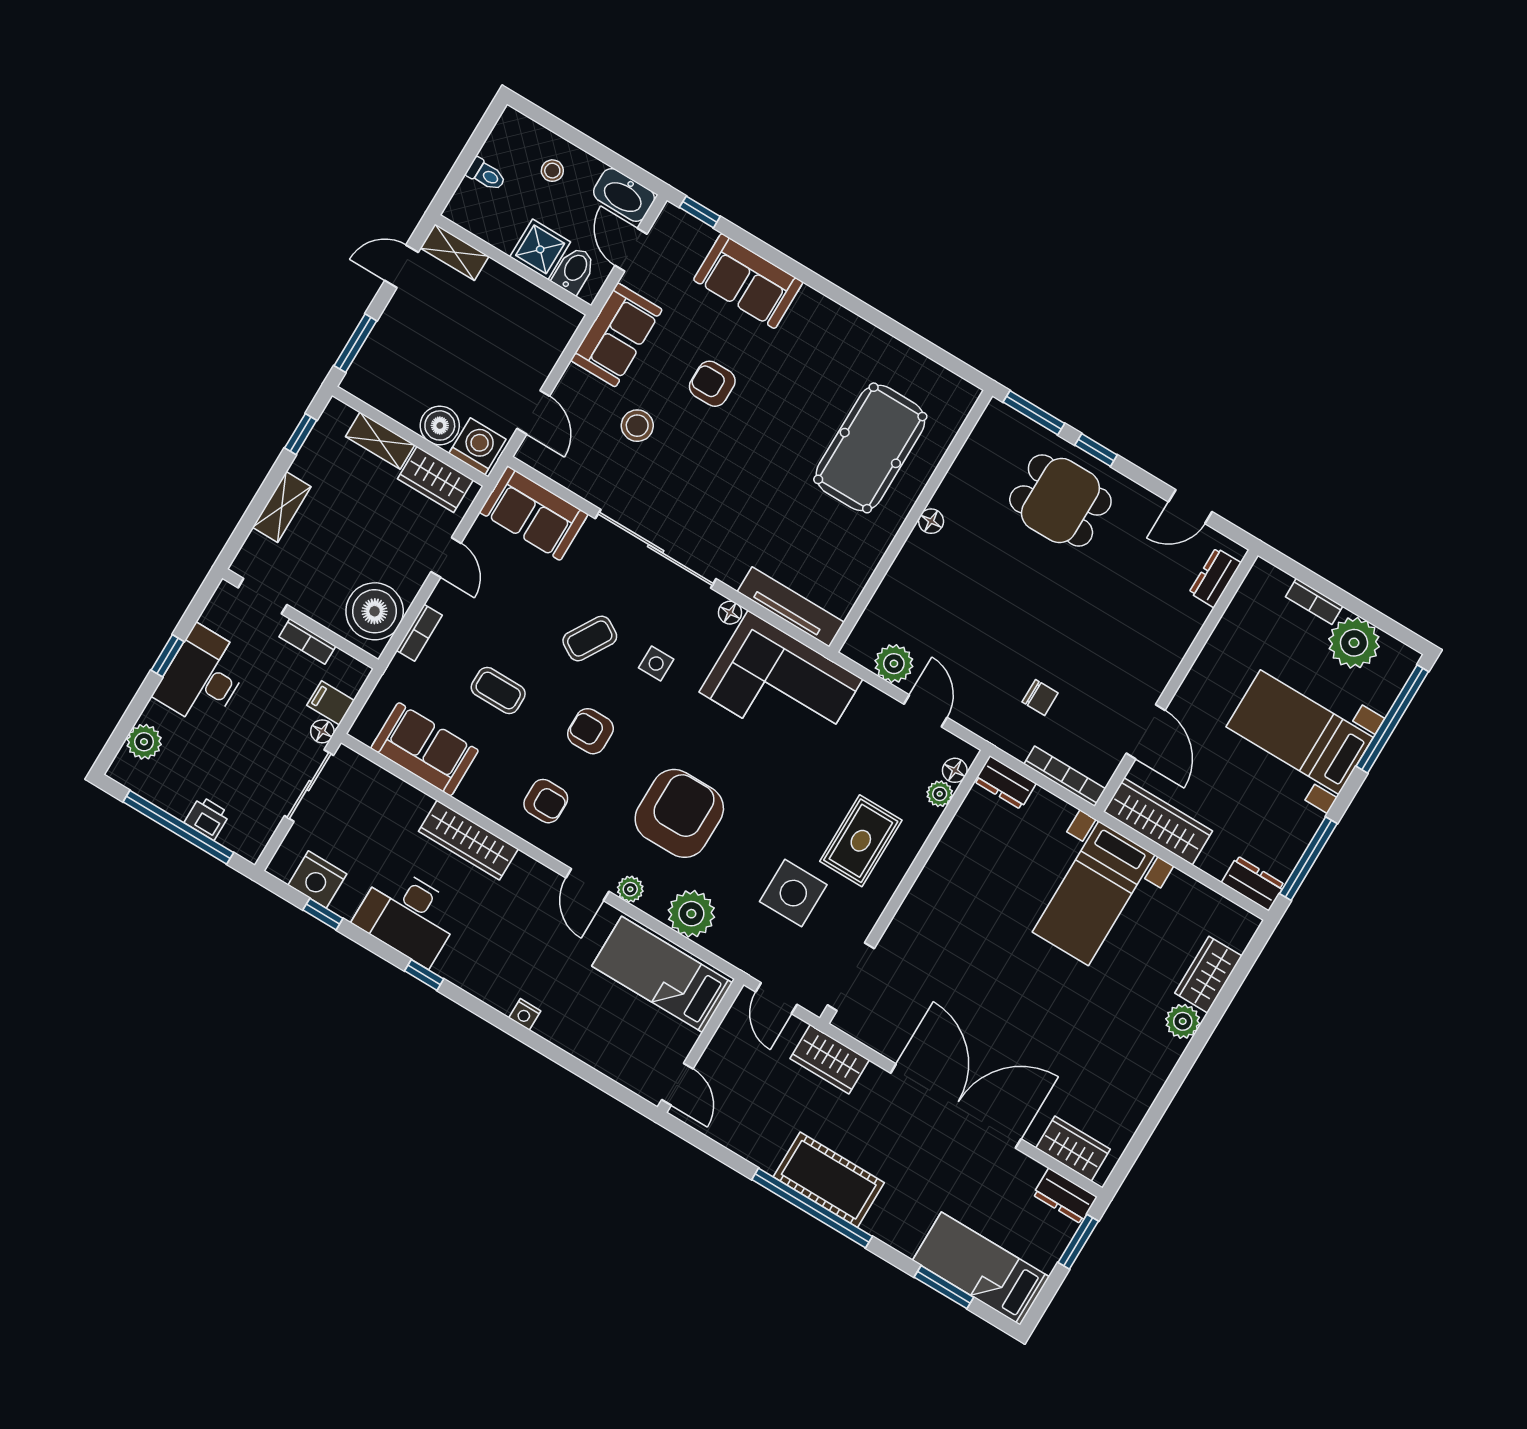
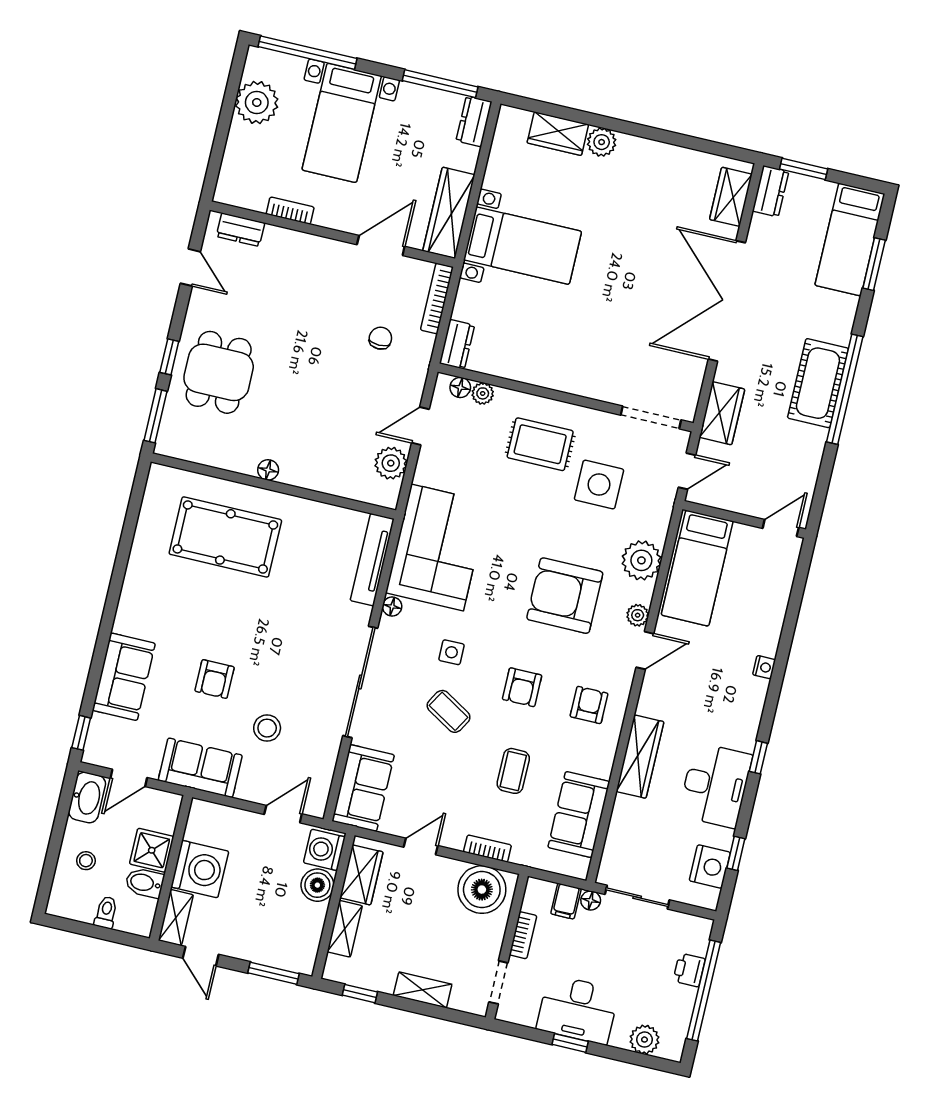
bidet: (574, 270) -> (145, 883), moved
washing machine: (501, 297) -> (200, 869), added
bookcase: (1314, 601) -> (290, 211), moved, turned -90

